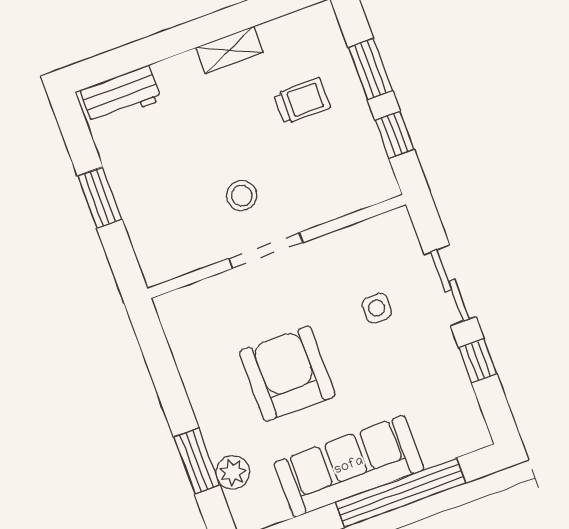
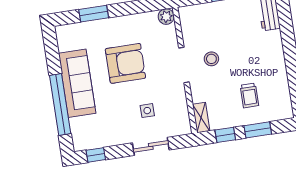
shelving: (229, 50) -> (201, 118), moved
window: (478, 361) -> (96, 155), moved
plant: (233, 472) -> (166, 17), moved

